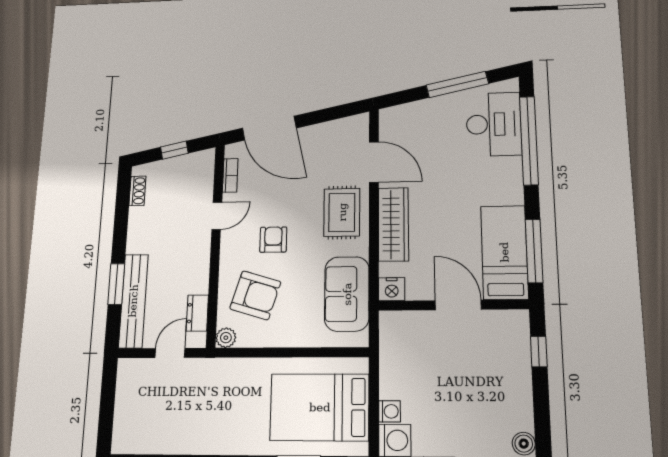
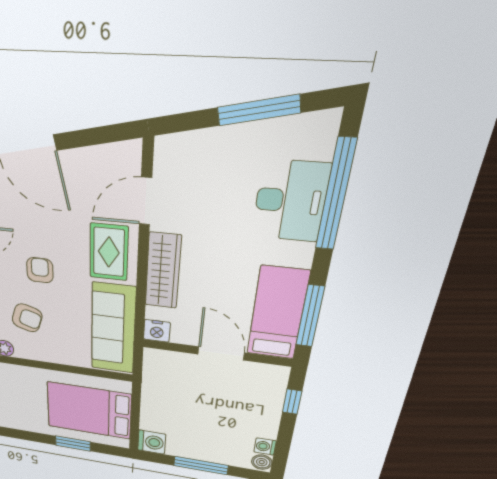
desk: (494, 124) -> (290, 201), moved
door: (374, 162) -> (145, 201), swing flipped
sofa: (347, 294) -> (113, 329), width x1.36
armchair: (255, 295) -> (27, 318), width x0.72, depth x0.72
washing machine: (390, 411) -> (265, 446), moved, turned 180

